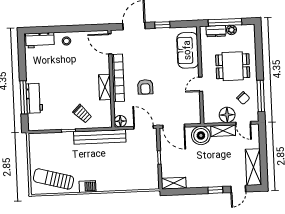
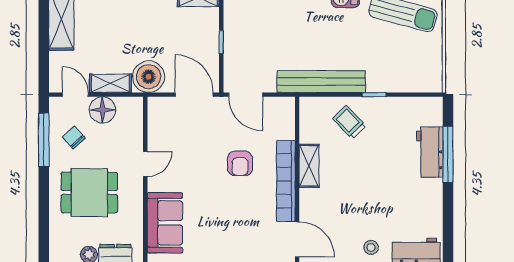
armchair: (145, 87) -> (240, 164), turned 180
floor lamp: (120, 121) -> (285, 107), removed

